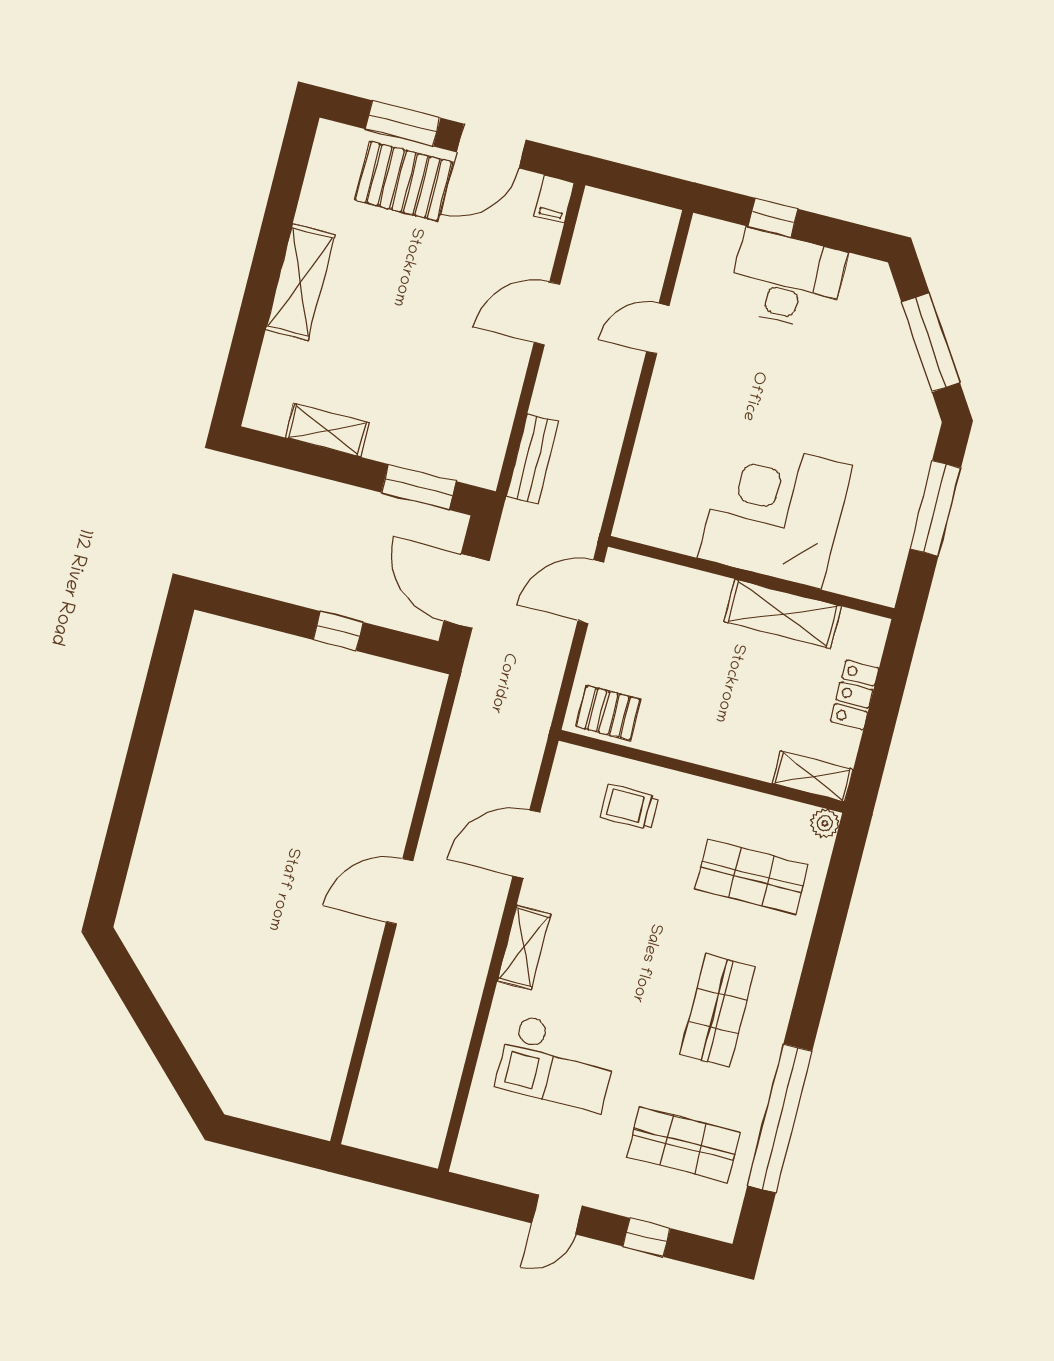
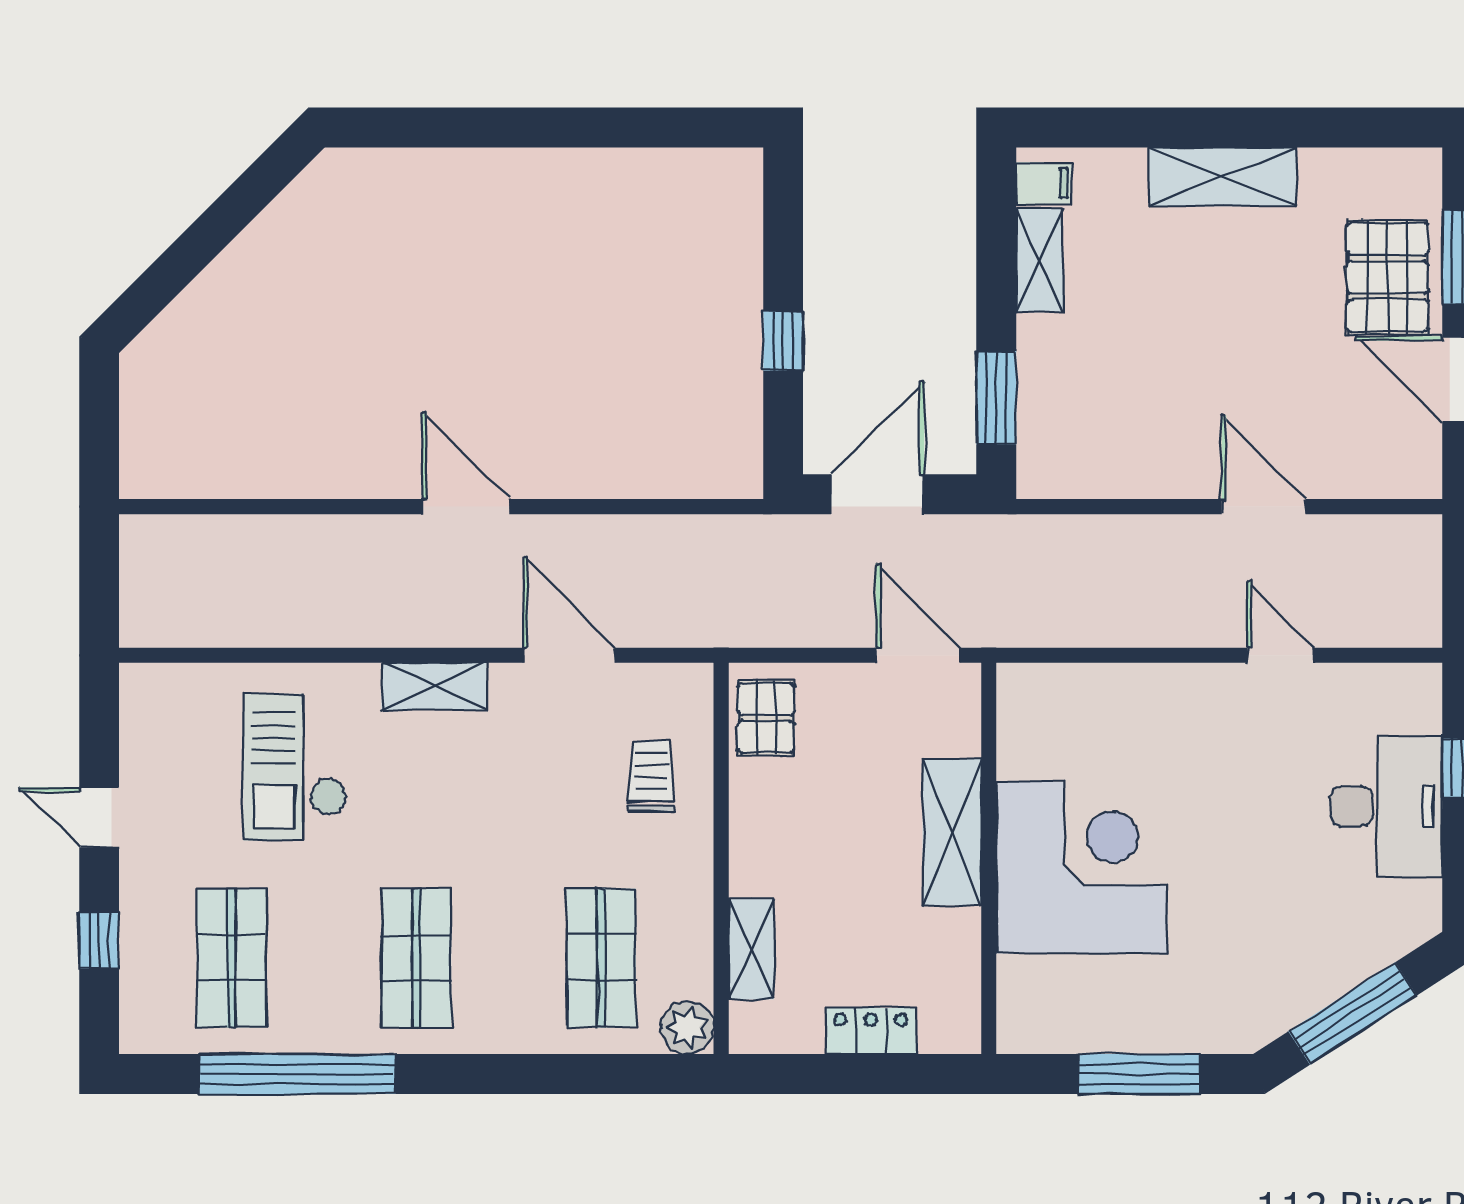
filing cabinet: (554, 199) -> (1044, 183), moved, turned 180
bench: (532, 459) -> (1071, 536), removed
shelving: (783, 614) -> (952, 832), moved
shelving: (813, 777) -> (751, 949), moved
plant: (825, 823) -> (687, 1028), width x1.38, depth x1.38
shop shelf: (718, 1011) -> (416, 958), turned 90

